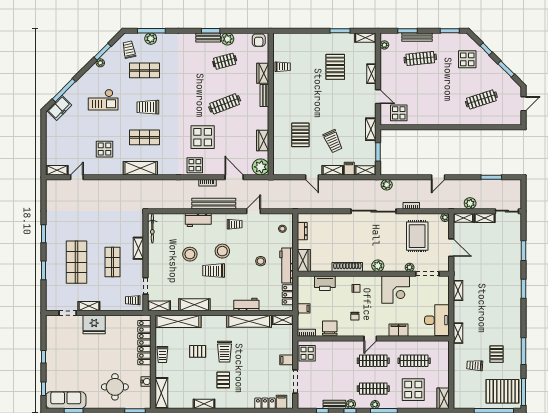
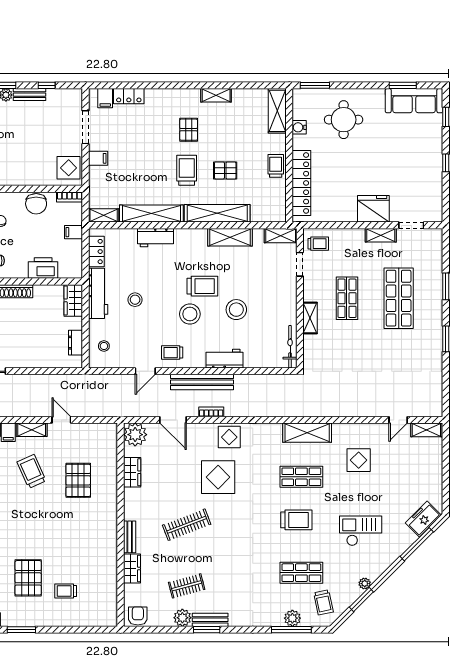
trolley: (283, 67) -> (66, 591), moved
shelving: (178, 321) -> (217, 213), moved

